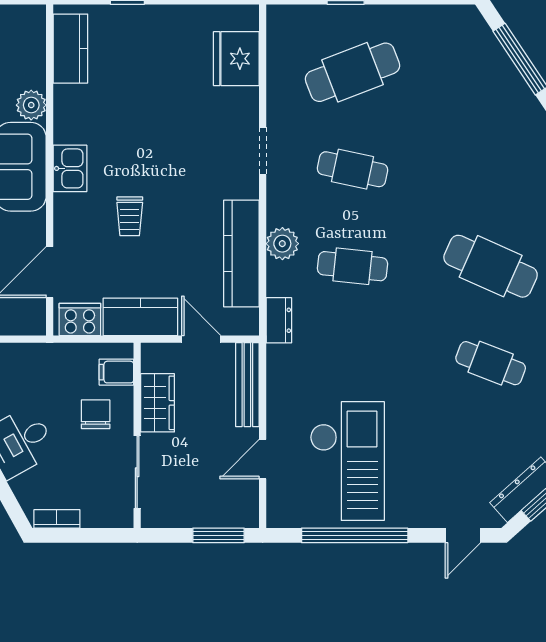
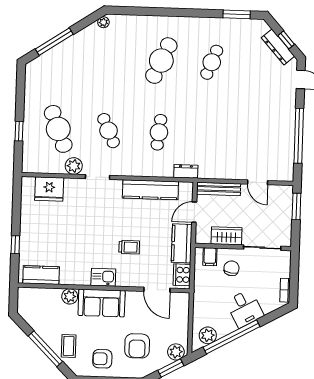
cafe table: (353, 169) -> (109, 131), turned -36
plant: (282, 244) -> (74, 166), moved
chair: (96, 414) -> (231, 268), turned 99
checkout: (347, 461) -> (260, 138), removed

